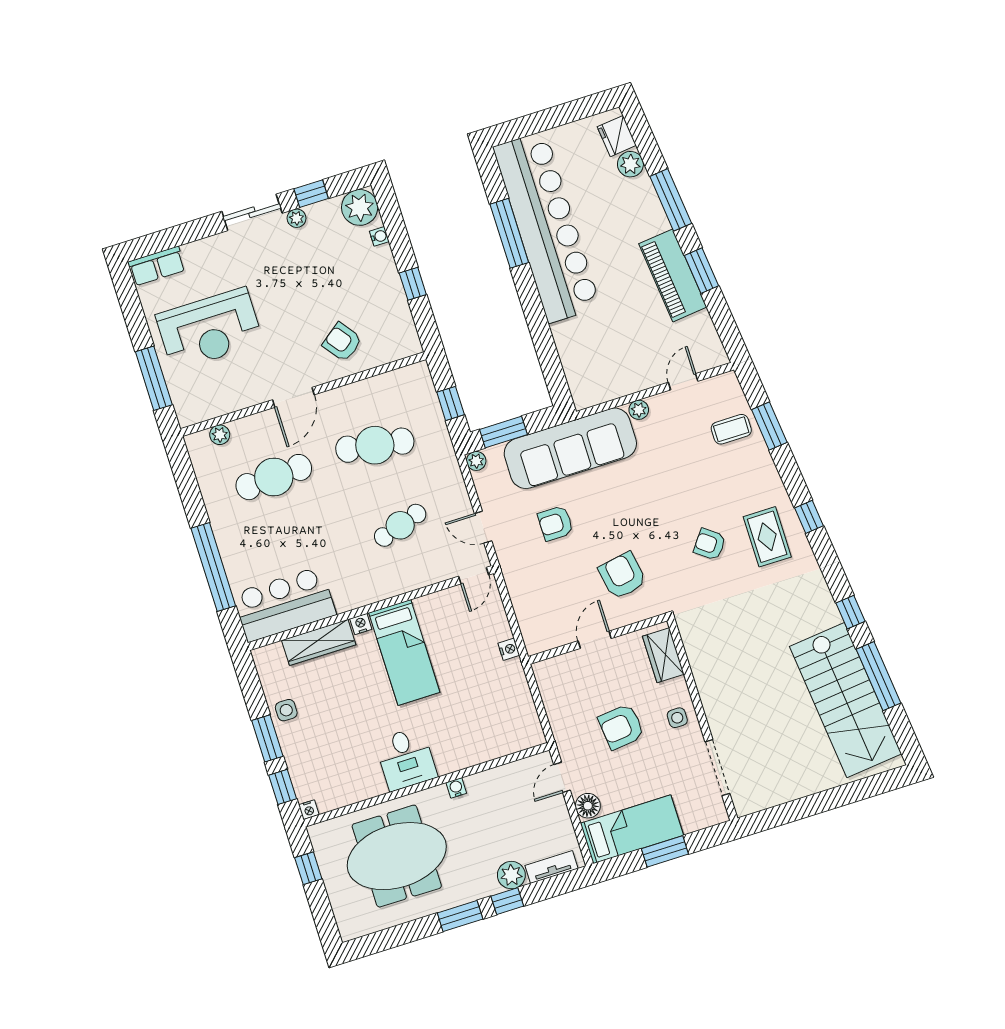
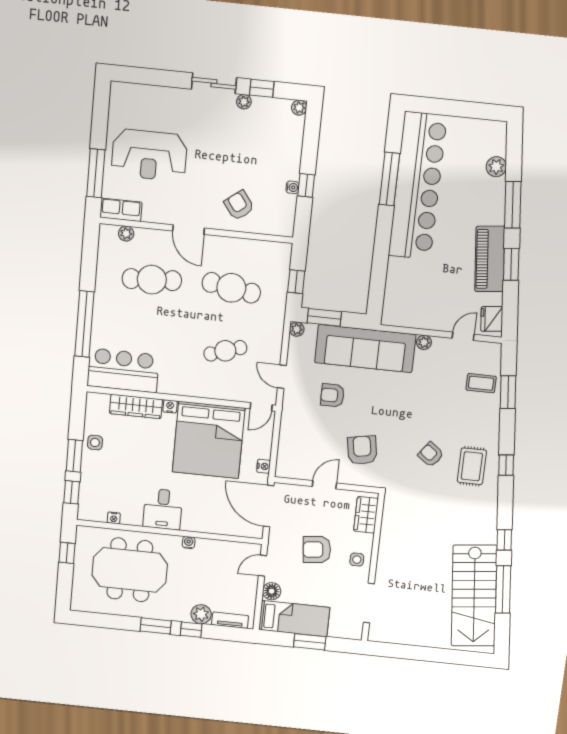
fridge: (617, 136) -> (492, 319), moved
plant: (360, 207) -> (299, 108), width x0.53, depth x0.53
water cooler: (379, 236) -> (292, 187), moved
row of seats: (157, 266) -> (121, 210), moved, turned 180
door: (293, 397) -> (189, 230), hinge flipped
bed: (404, 652) -> (209, 440), width x2.04
door: (537, 697) -> (269, 506), added
nightstand: (309, 810) -> (114, 518), moved

